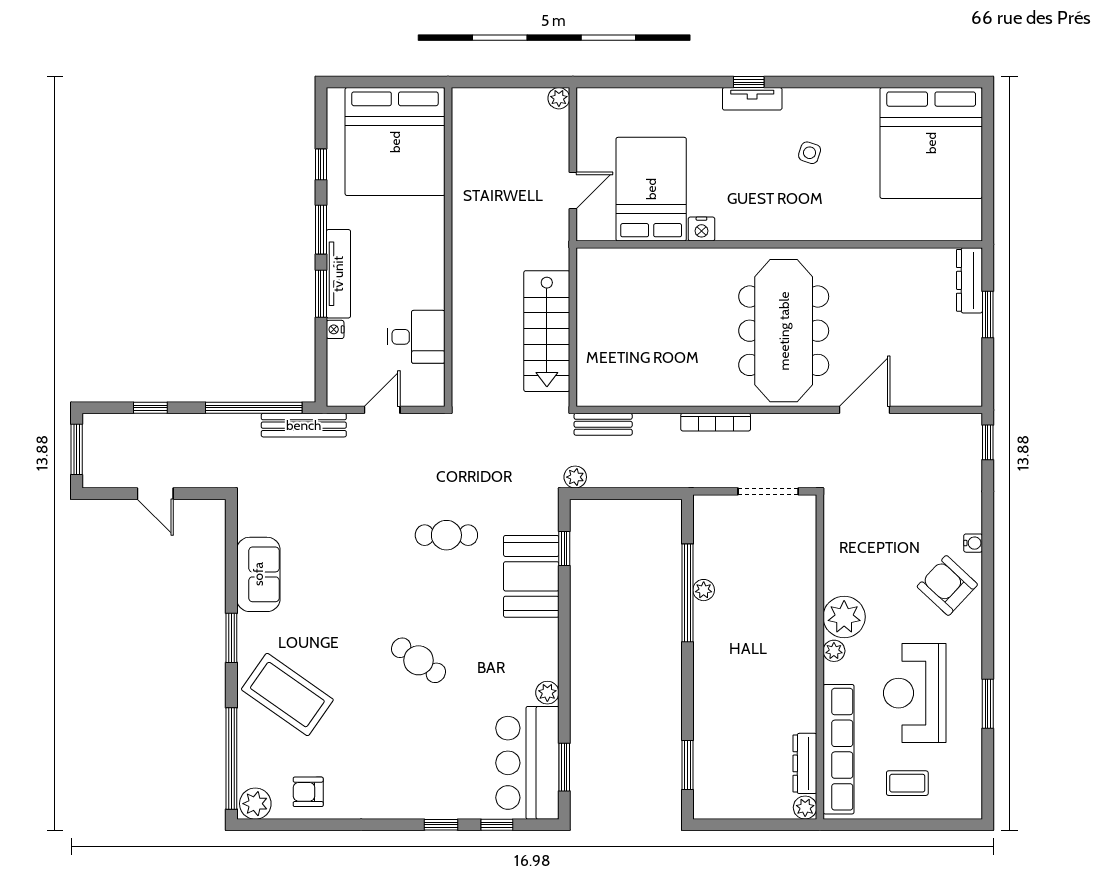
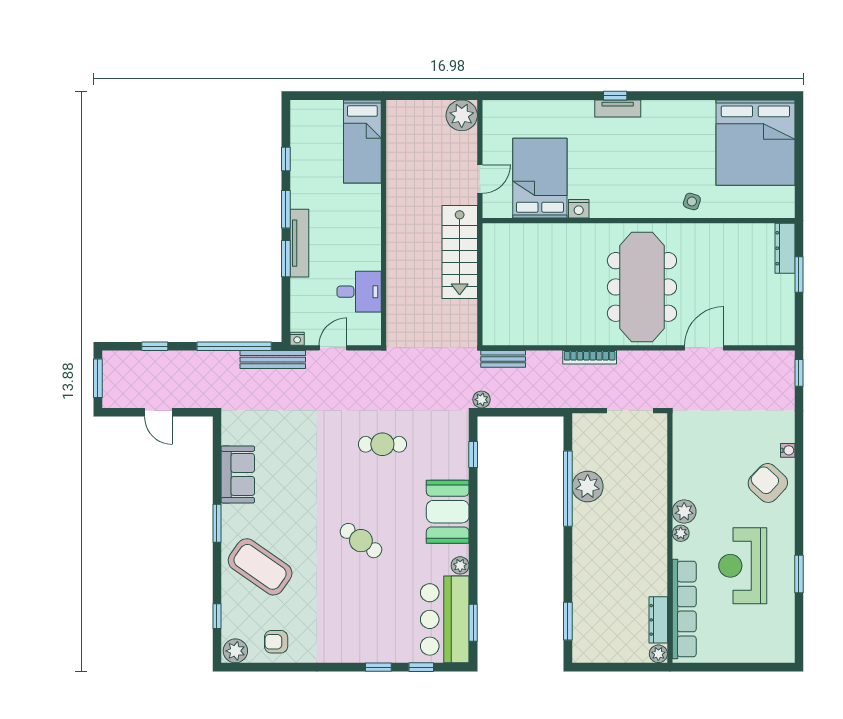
plant: (559, 98) -> (462, 115), width x1.87, depth x1.87
bed: (395, 142) -> (362, 141), width x0.49
side table: (810, 153) -> (692, 201), moved
nightstand: (335, 329) -> (297, 339), moved, turned -90
stairs: (547, 331) -> (460, 252), moved
booth: (531, 576) -> (448, 512), moved
plant: (704, 590) -> (588, 486), width x1.88, depth x1.88
plant: (844, 617) -> (684, 512), width x0.73, depth x0.73
window: (231, 759) -> (217, 616), width x0.32
coffee table: (907, 783) -> (737, 635), removed

